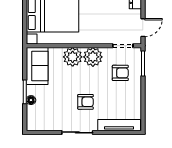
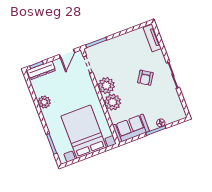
door: (143, 28) -> (67, 54), swing flipped
armchair: (120, 73) -> (111, 58), removed
armchair: (86, 102) -> (145, 78), turned -148
tv unit: (119, 125) -> (152, 38), width x0.71

